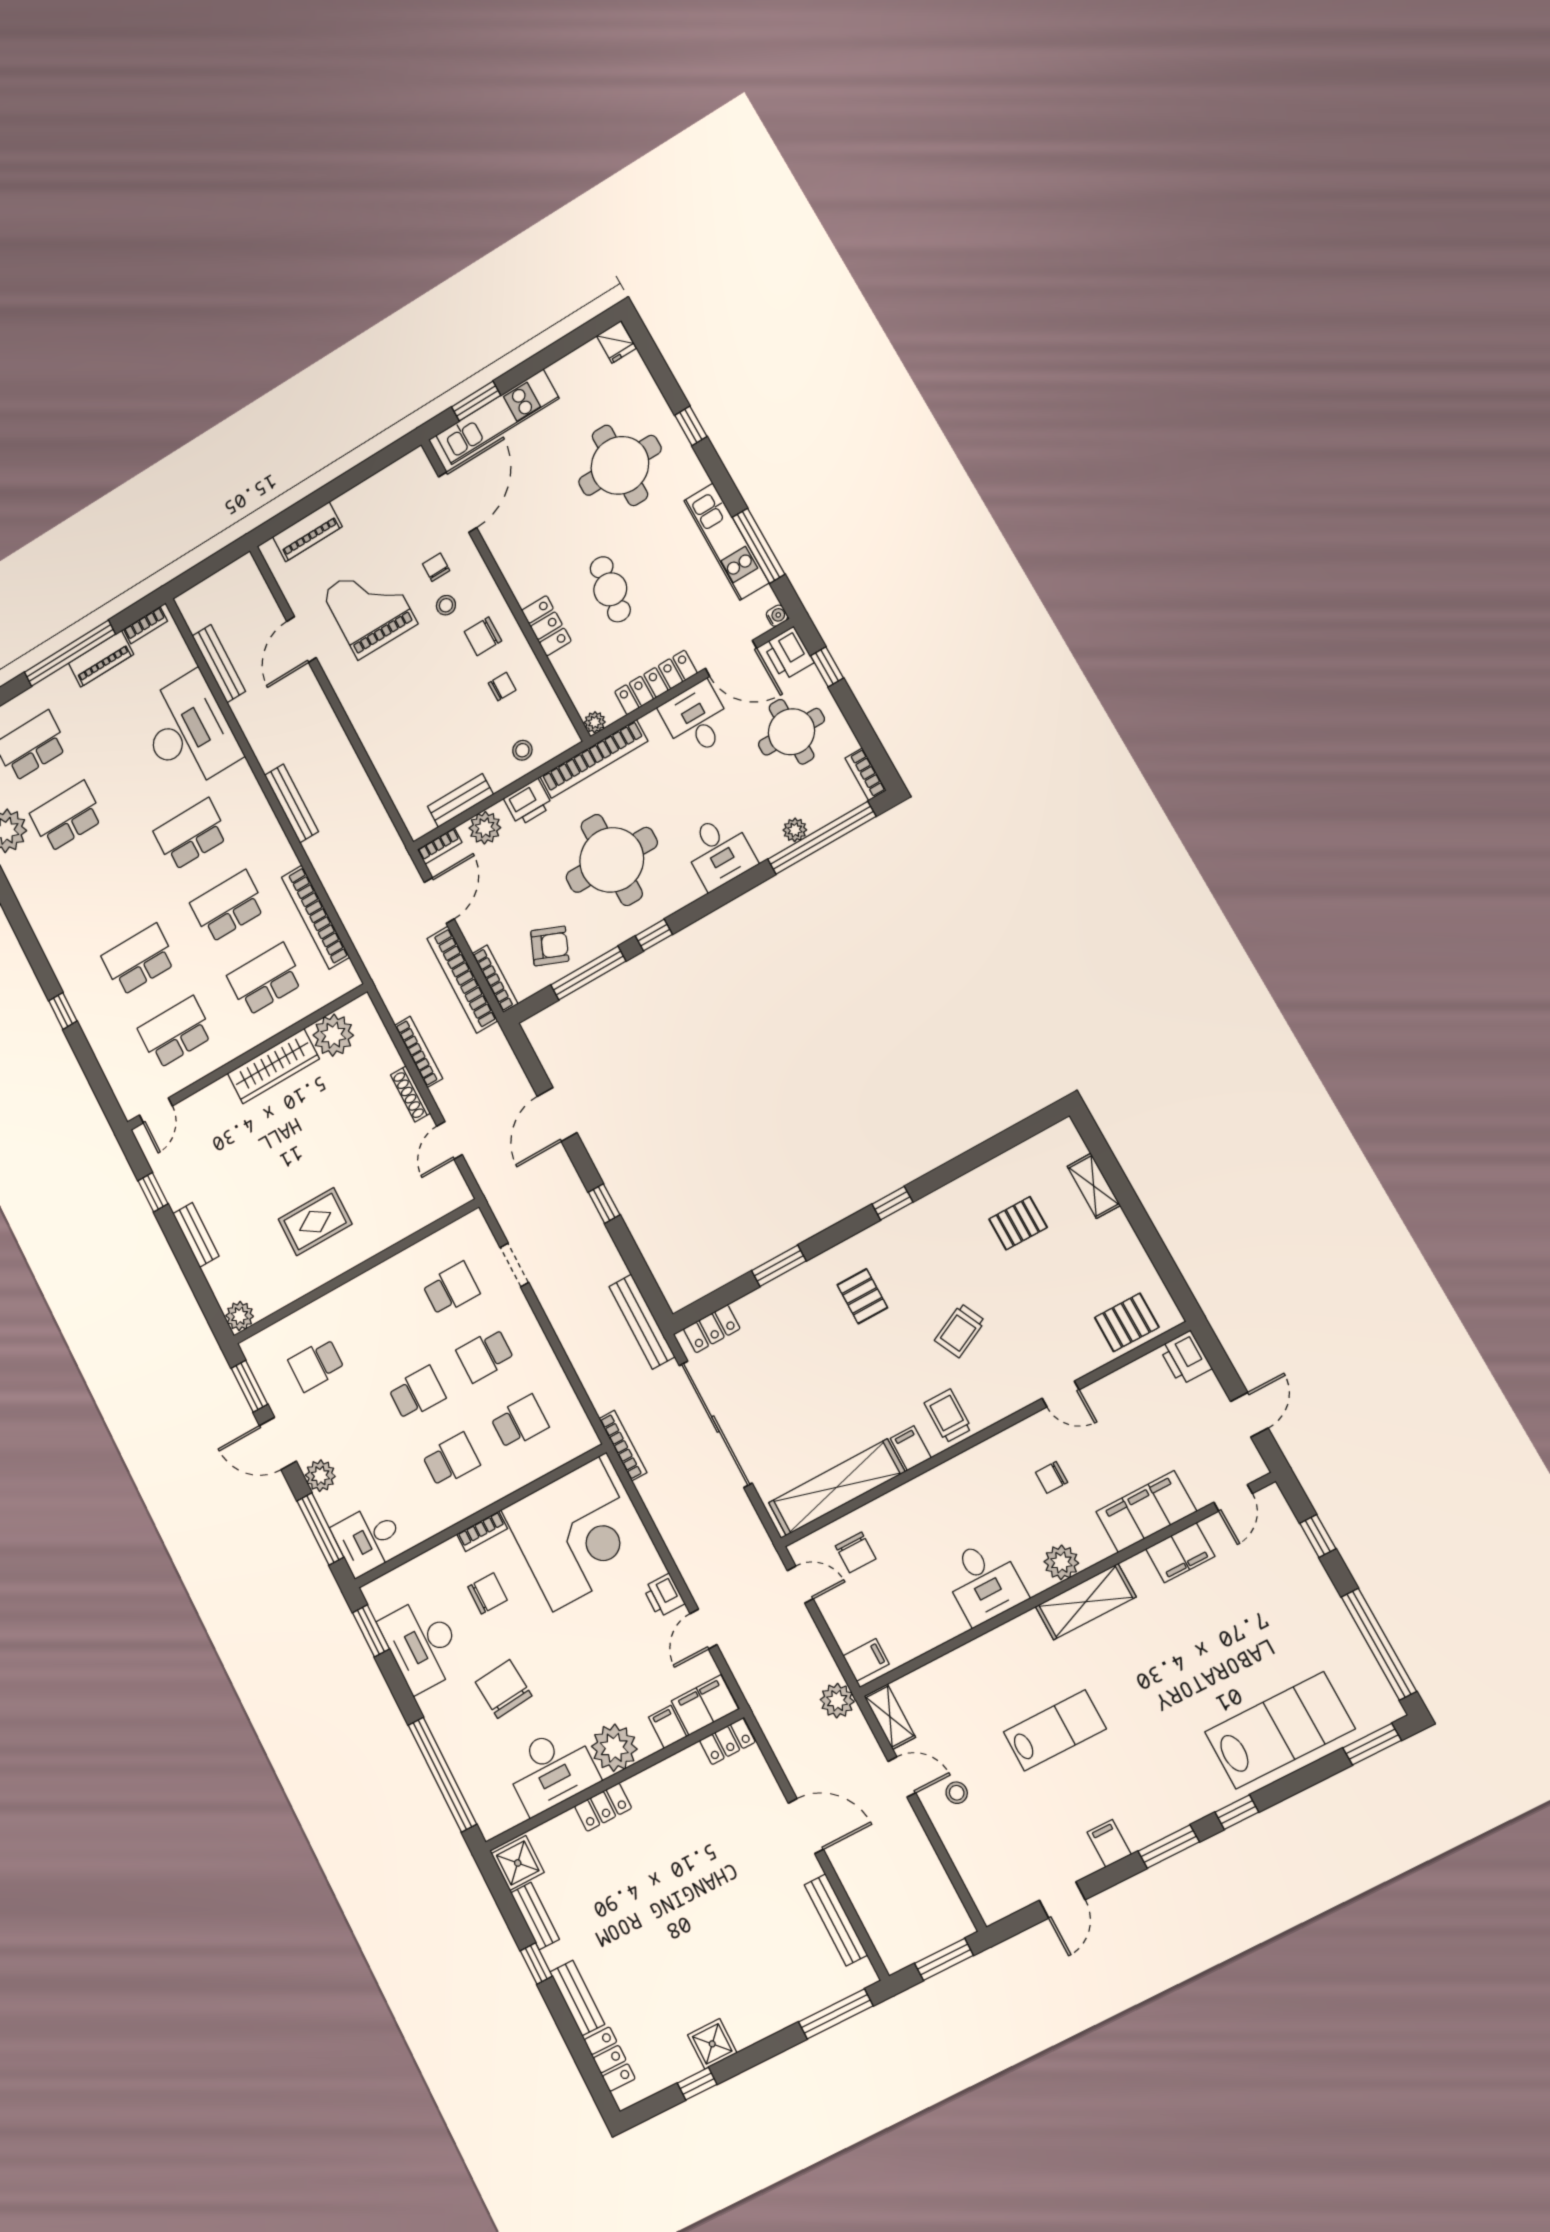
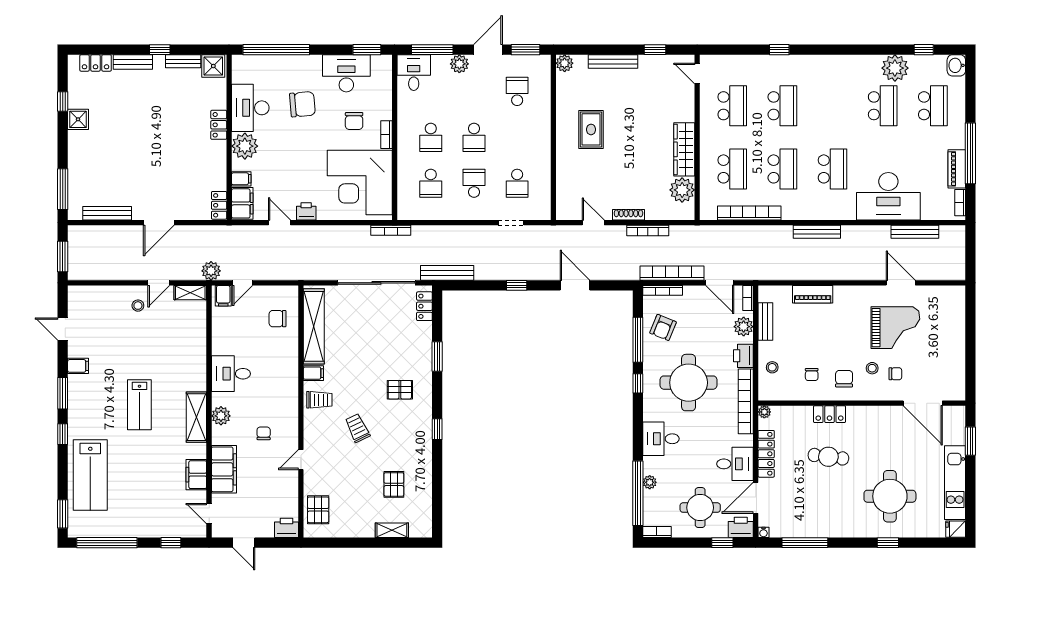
kitchen unit: (497, 417) -> (955, 483), moved
piano: (307, 532) -> (813, 294), moved, turned -90
kitchen unit: (726, 542) -> (817, 528), removed
bench: (196, 1235) -> (613, 61), width x1.36
door: (800, 1585) -> (242, 283), moved
lab bench: (1055, 1730) -> (139, 405), moved

